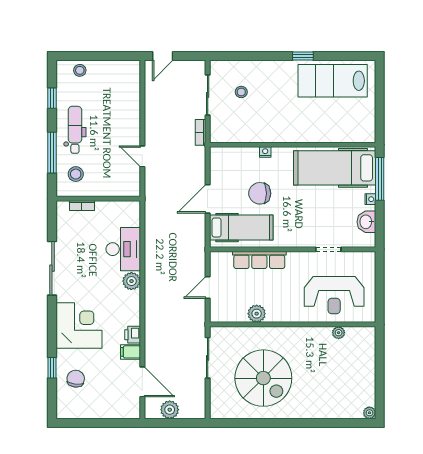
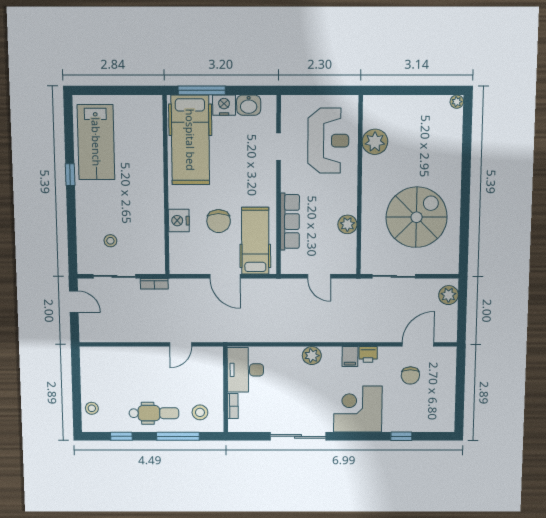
door: (163, 56) -> (74, 302), moved
dental chair: (75, 130) -> (154, 413), turned 180
nightstand: (265, 152) -> (179, 221), width x1.89, depth x1.79
nightstand: (370, 199) -> (224, 105), width x1.89, depth x1.79
desk: (123, 249) -> (245, 370), moved, turned -90
plant: (339, 333) -> (375, 142), width x1.88, depth x1.88
filing cabinet: (131, 352) -> (350, 357), moved
chair: (76, 379) -> (410, 375), moved, turned -97
plant: (170, 410) -> (449, 295), moved

